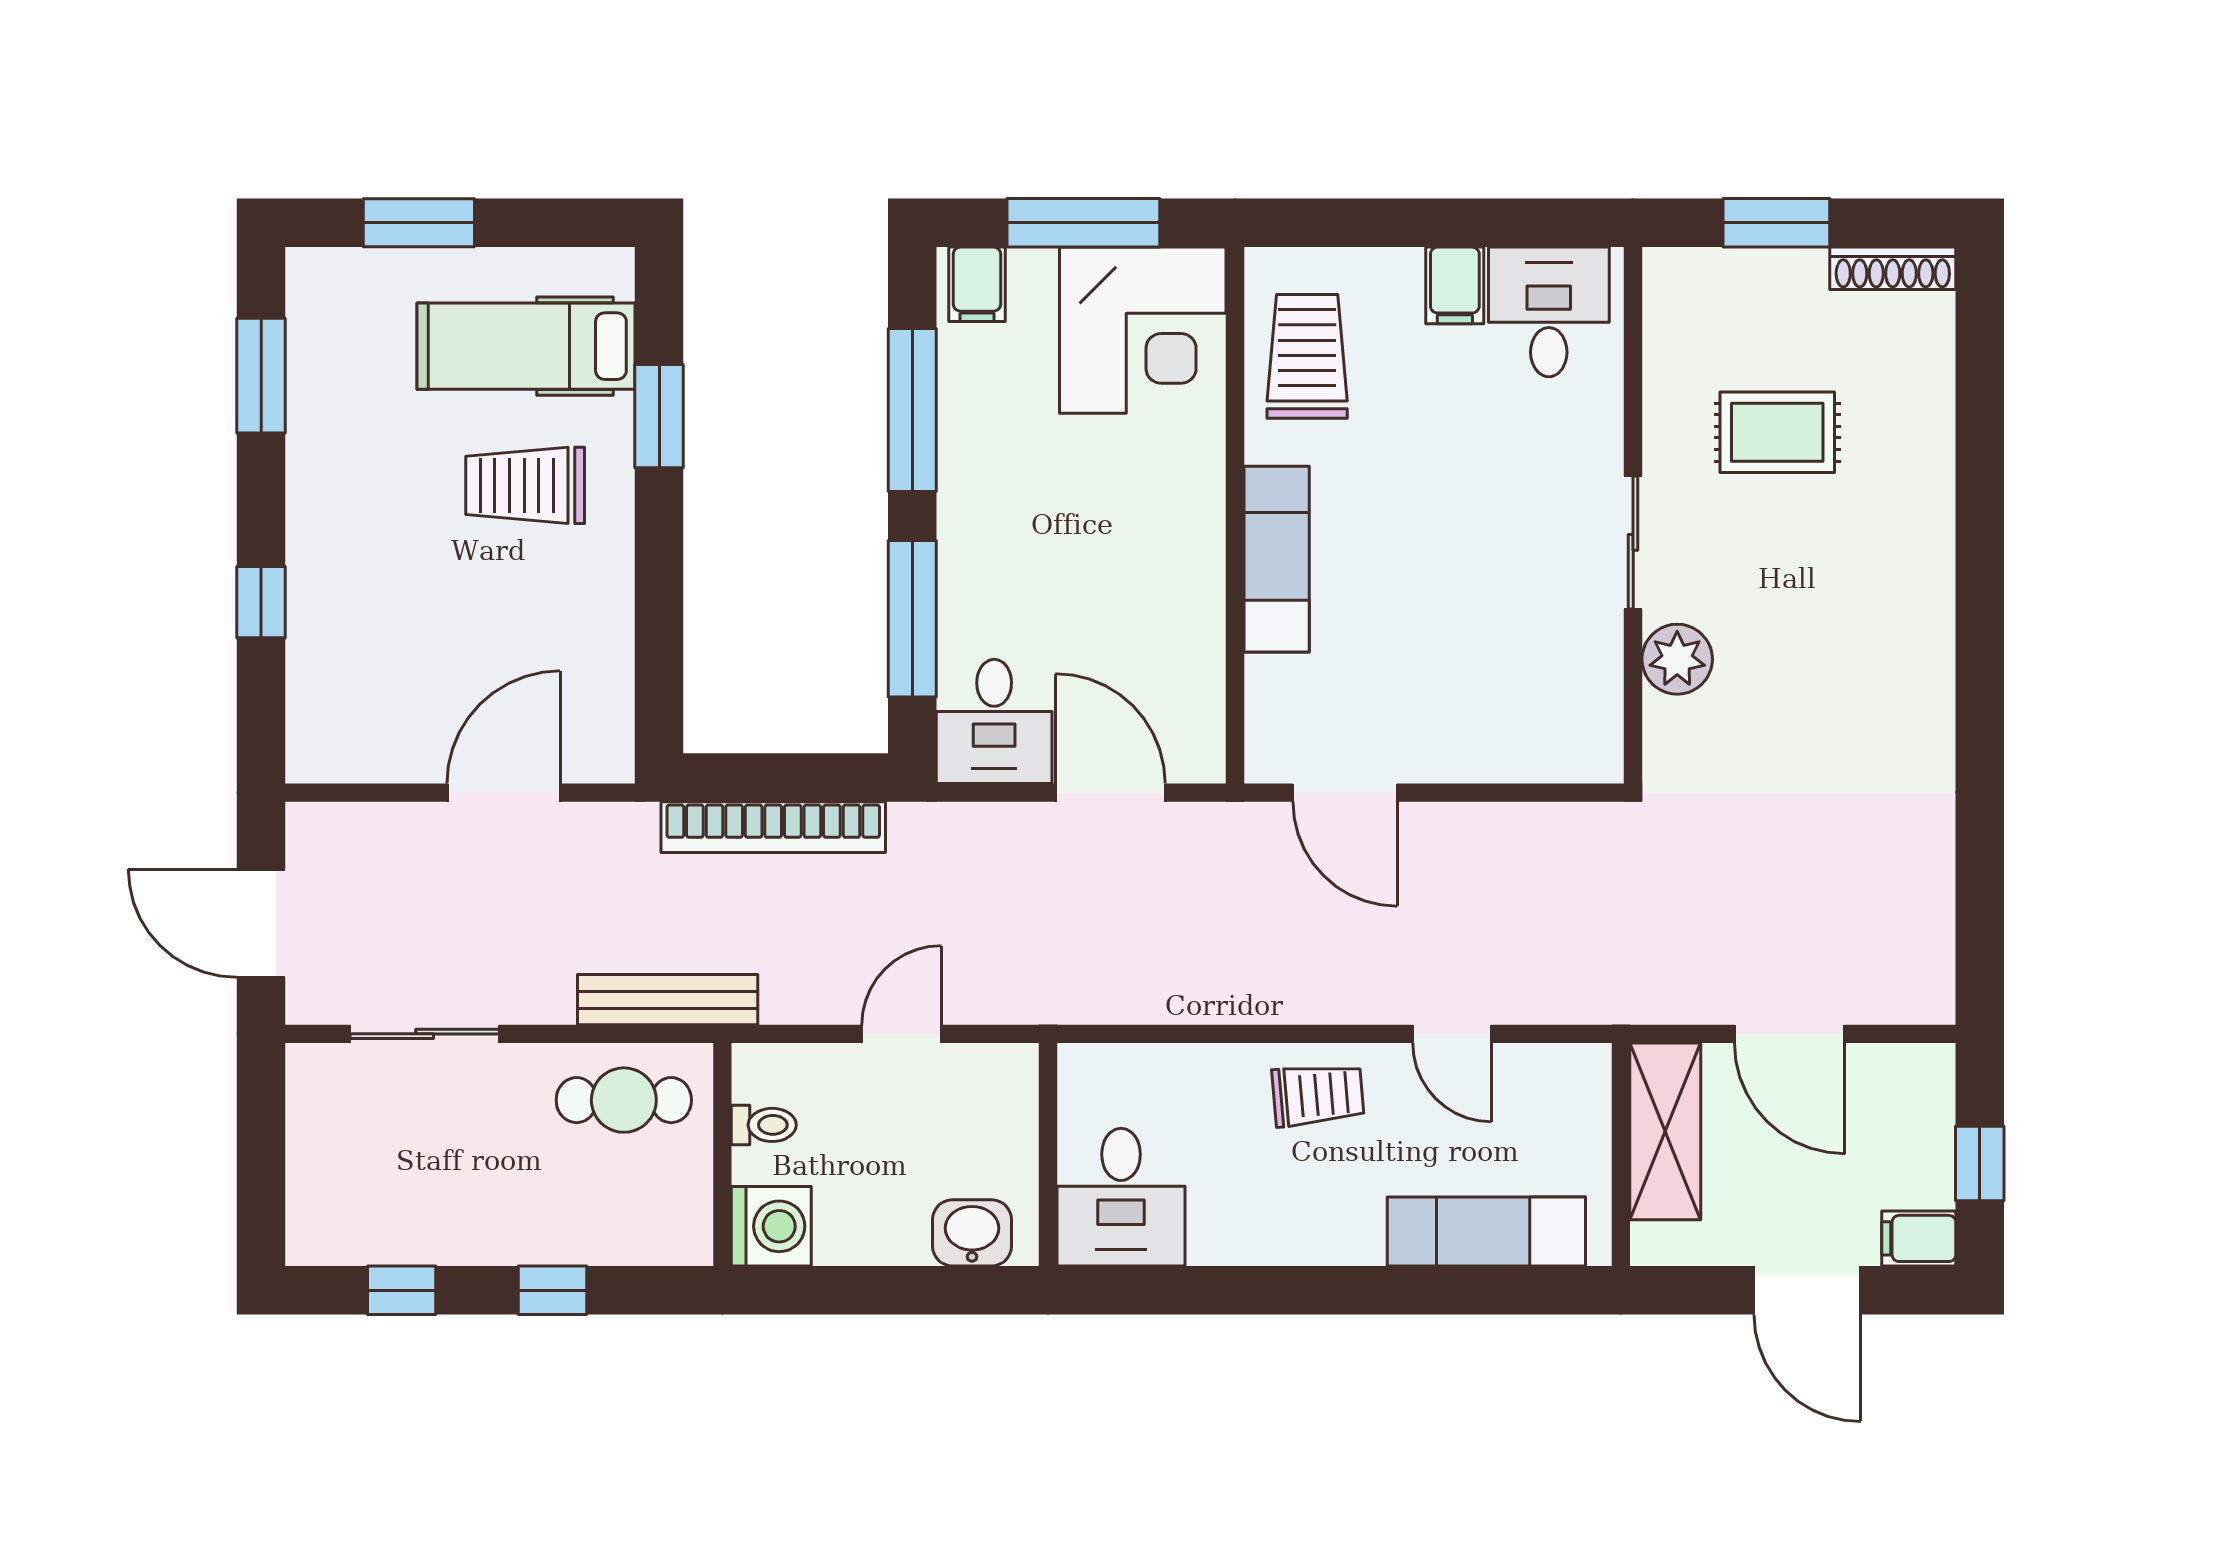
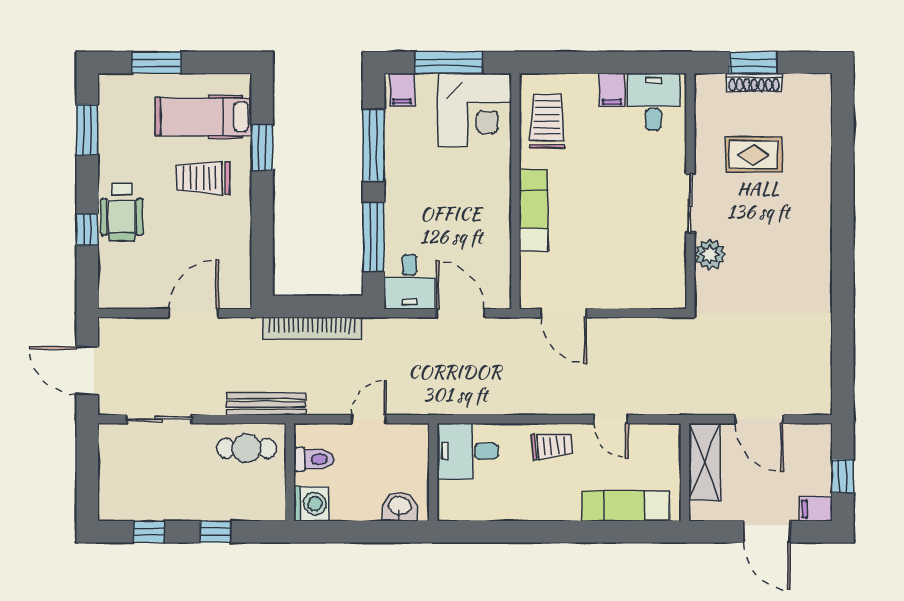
shoe rack: (1893, 268) -> (754, 83), moved
wheelchair: (340, 563) -> (122, 212), added
toilet: (764, 1125) -> (314, 459), width x1.37, depth x1.39
desk: (1121, 1197) -> (467, 451), moved, turned 90

